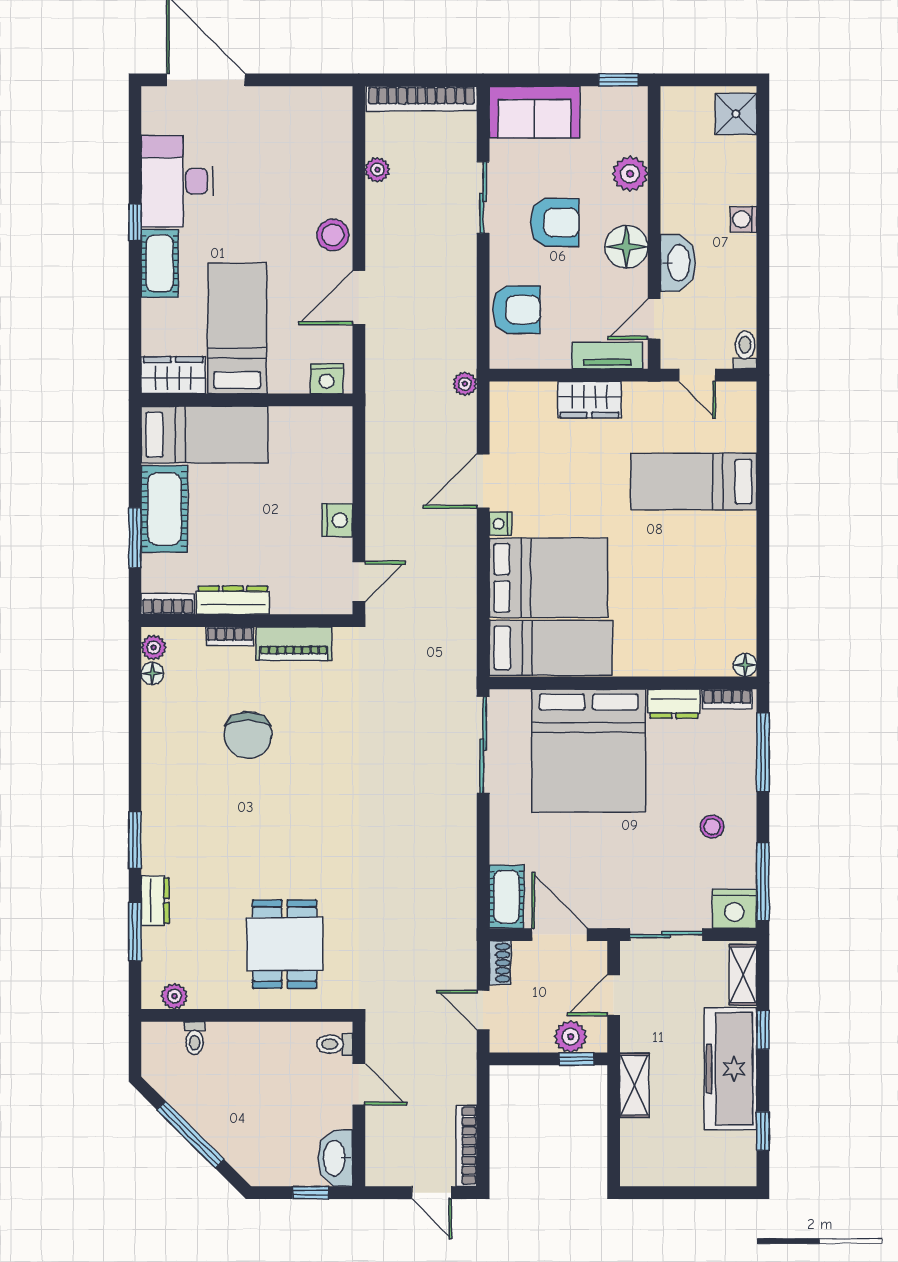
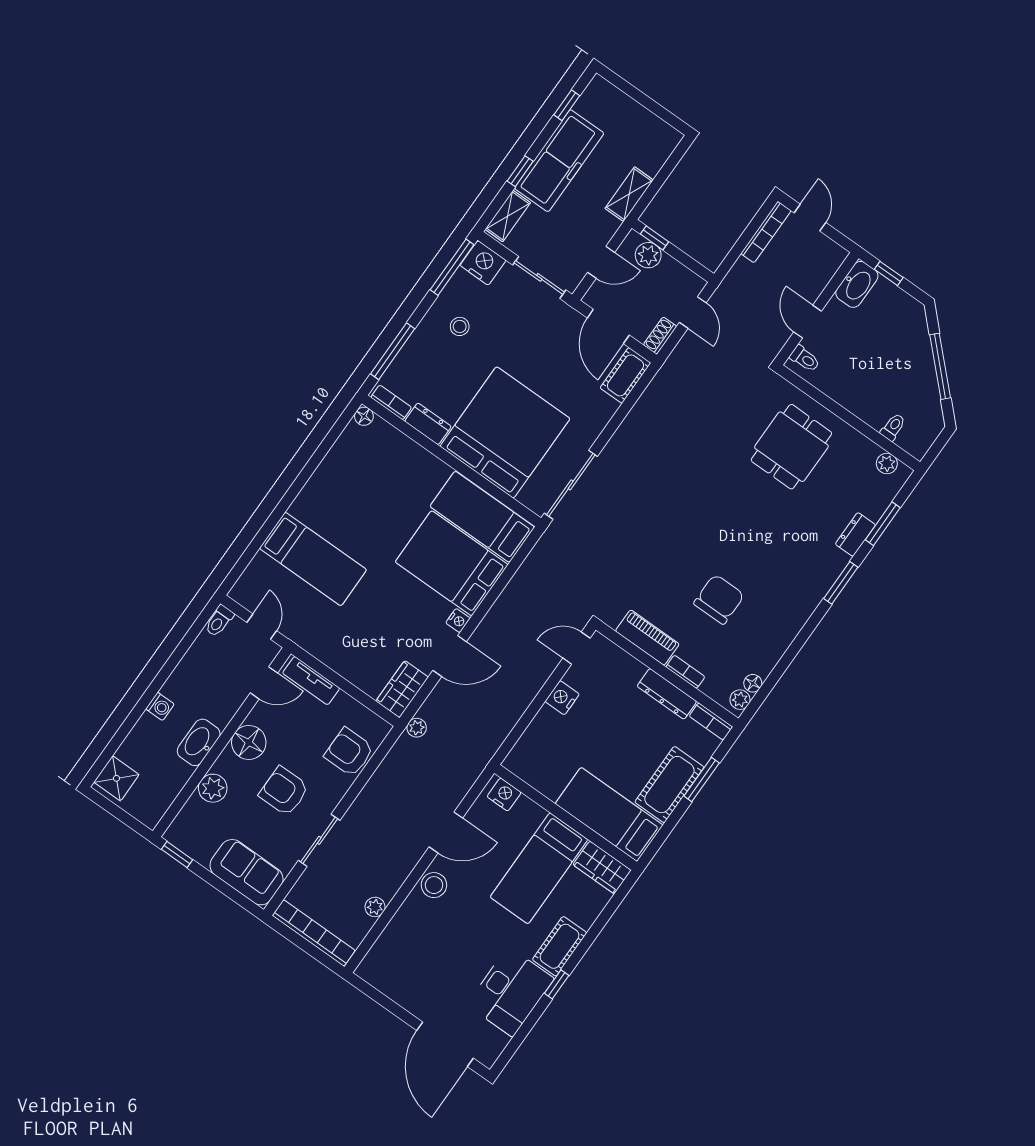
washbasin: (678, 263) -> (199, 742), moved
wardrobe: (589, 400) -> (402, 689), moved, turned -90

